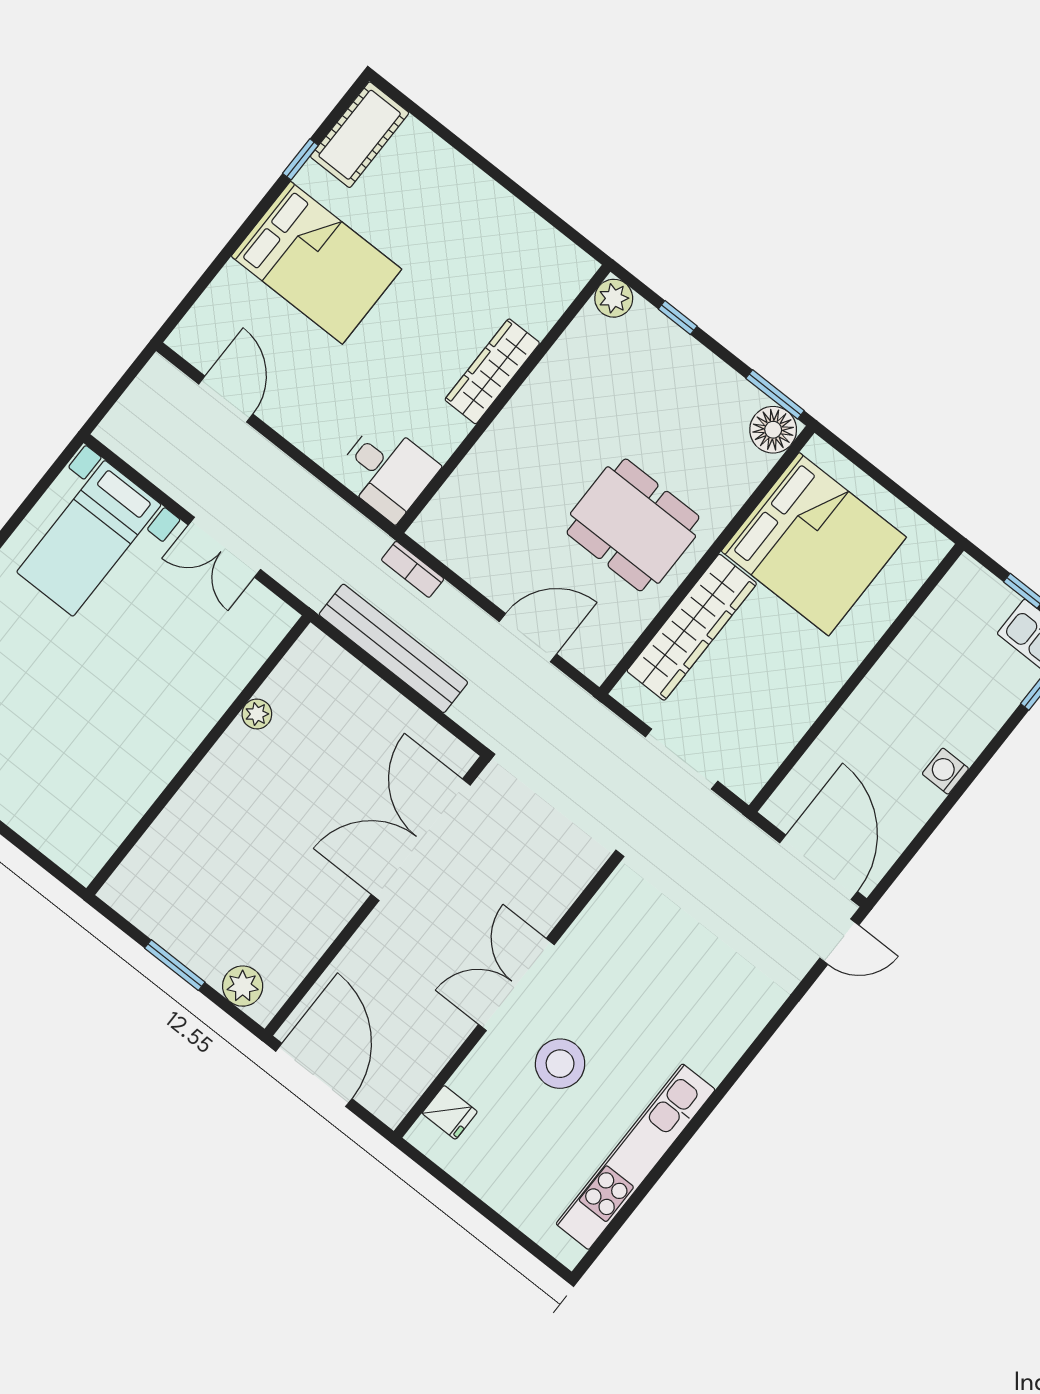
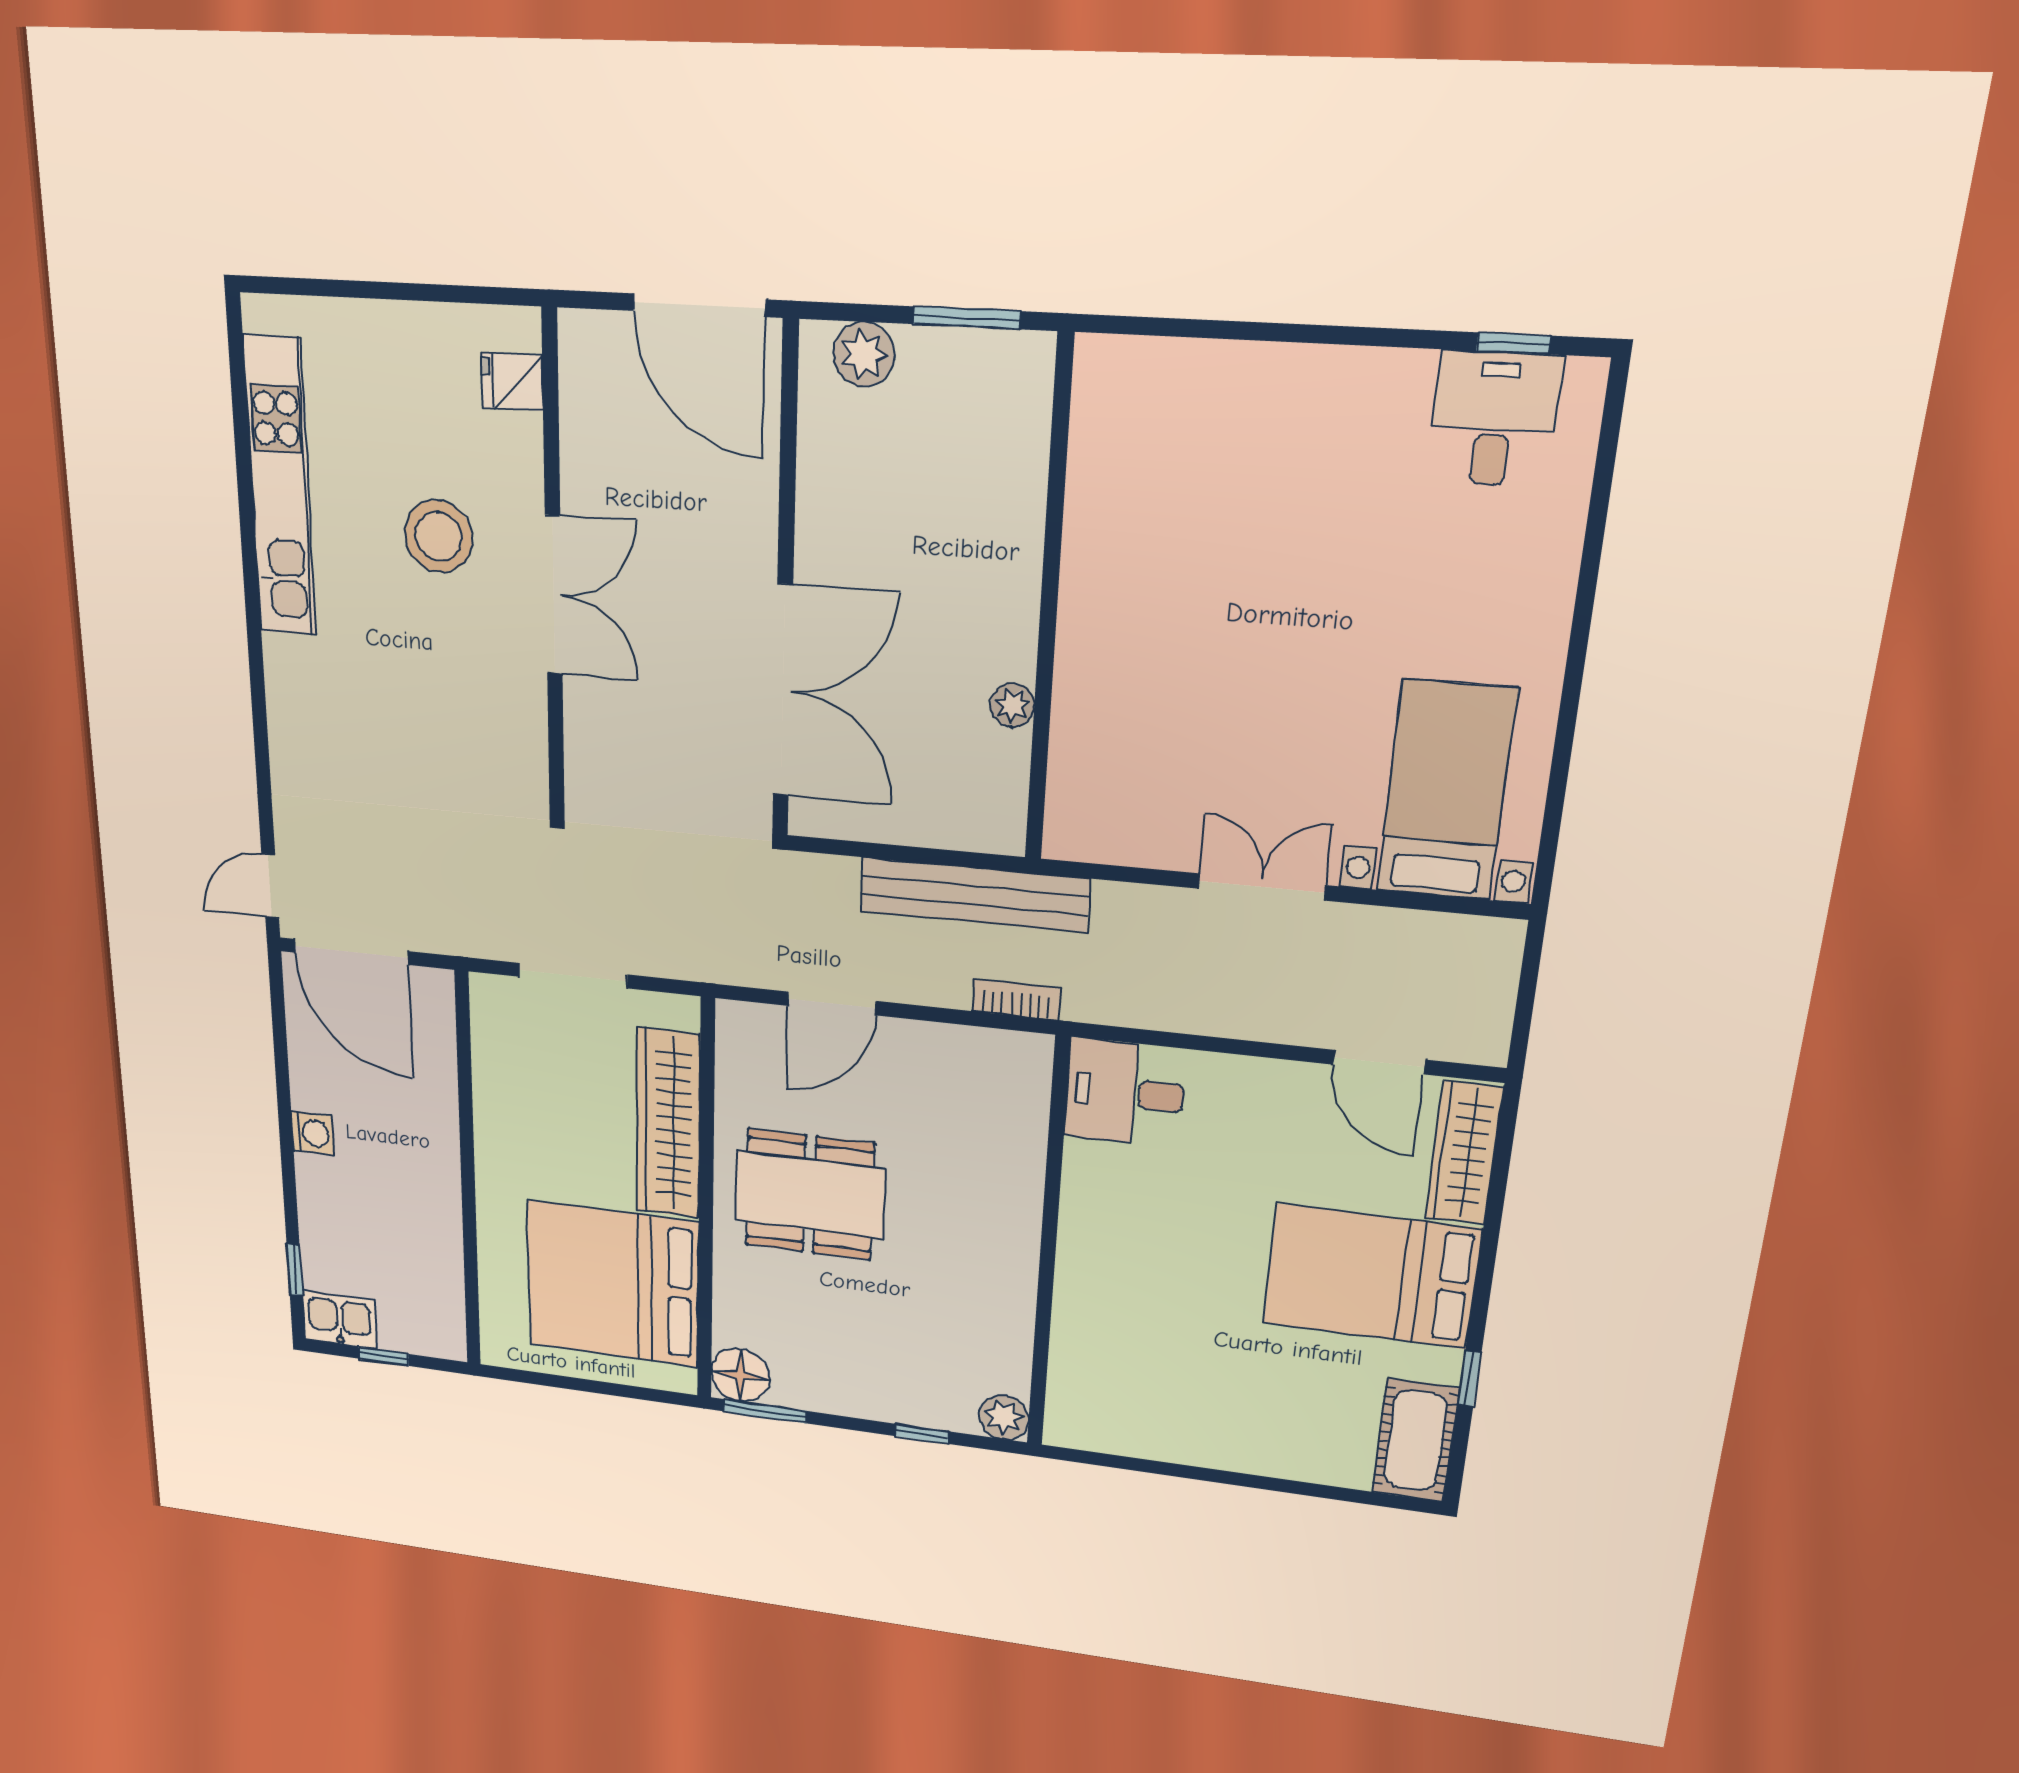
wardrobe: (492, 371) -> (1464, 1153), moved, turned 180
plant: (257, 714) -> (1012, 705), moved
wall: (198, 755) -> (1049, 606), moved

